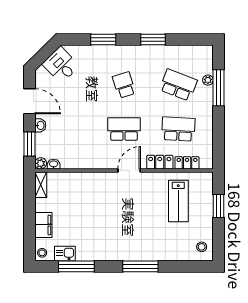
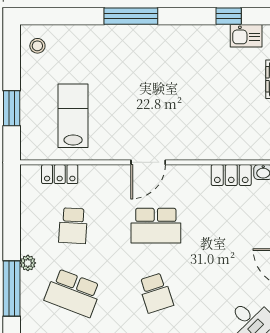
plant: (208, 80) -> (28, 263), moved
school desk: (178, 129) -> (73, 226), width x0.54
locker: (160, 162) -> (231, 175), moved
window: (76, 266) -> (229, 16), width x0.46

